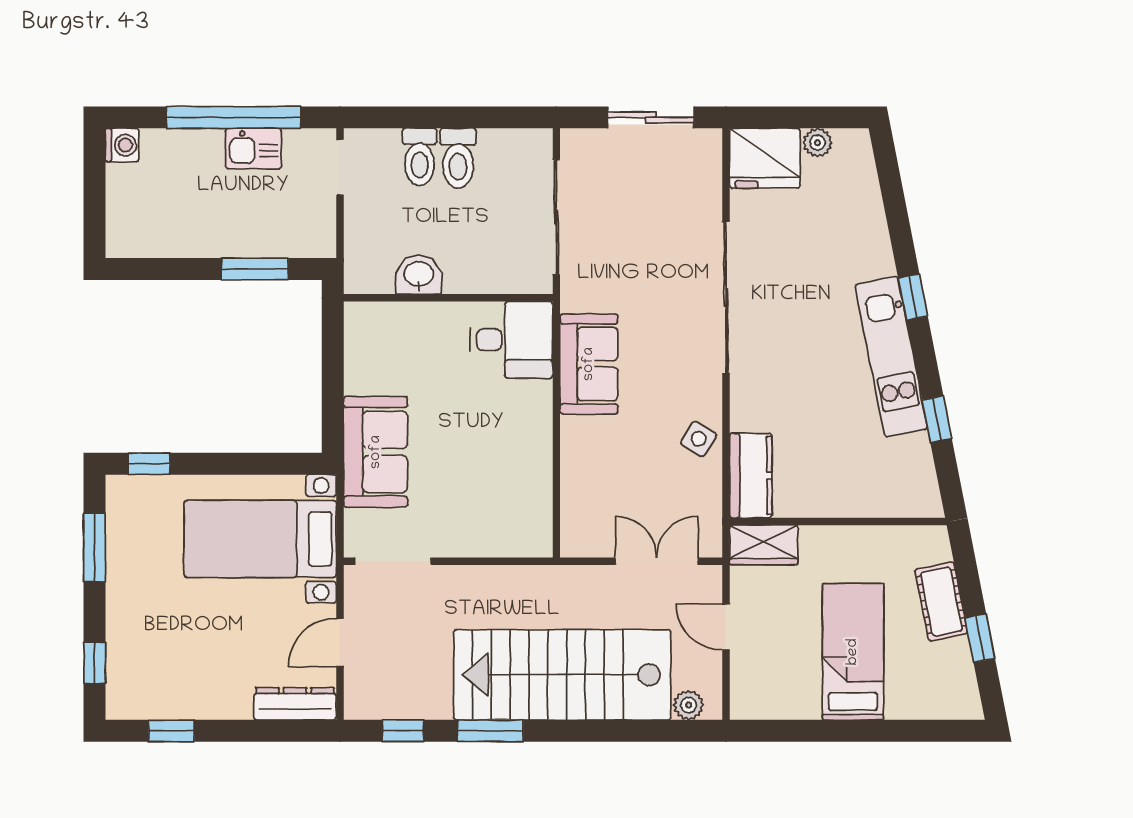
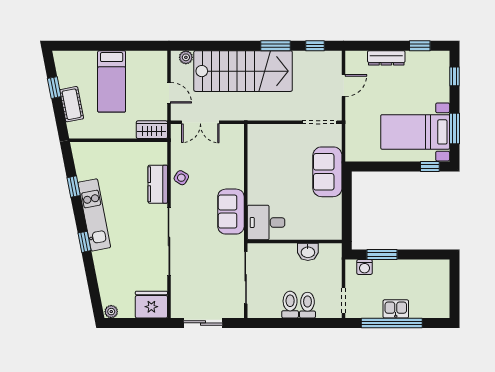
plant: (817, 143) -> (111, 312), moved
washing machine: (122, 145) -> (365, 267), moved, turned -90
kitchen sink: (253, 149) -> (396, 309), moved
kitchen counter: (751, 475) -> (158, 184), moved
bed with nightstands: (260, 539) -> (415, 132), moved, turned 180
dresser: (295, 704) -> (386, 58), moved

